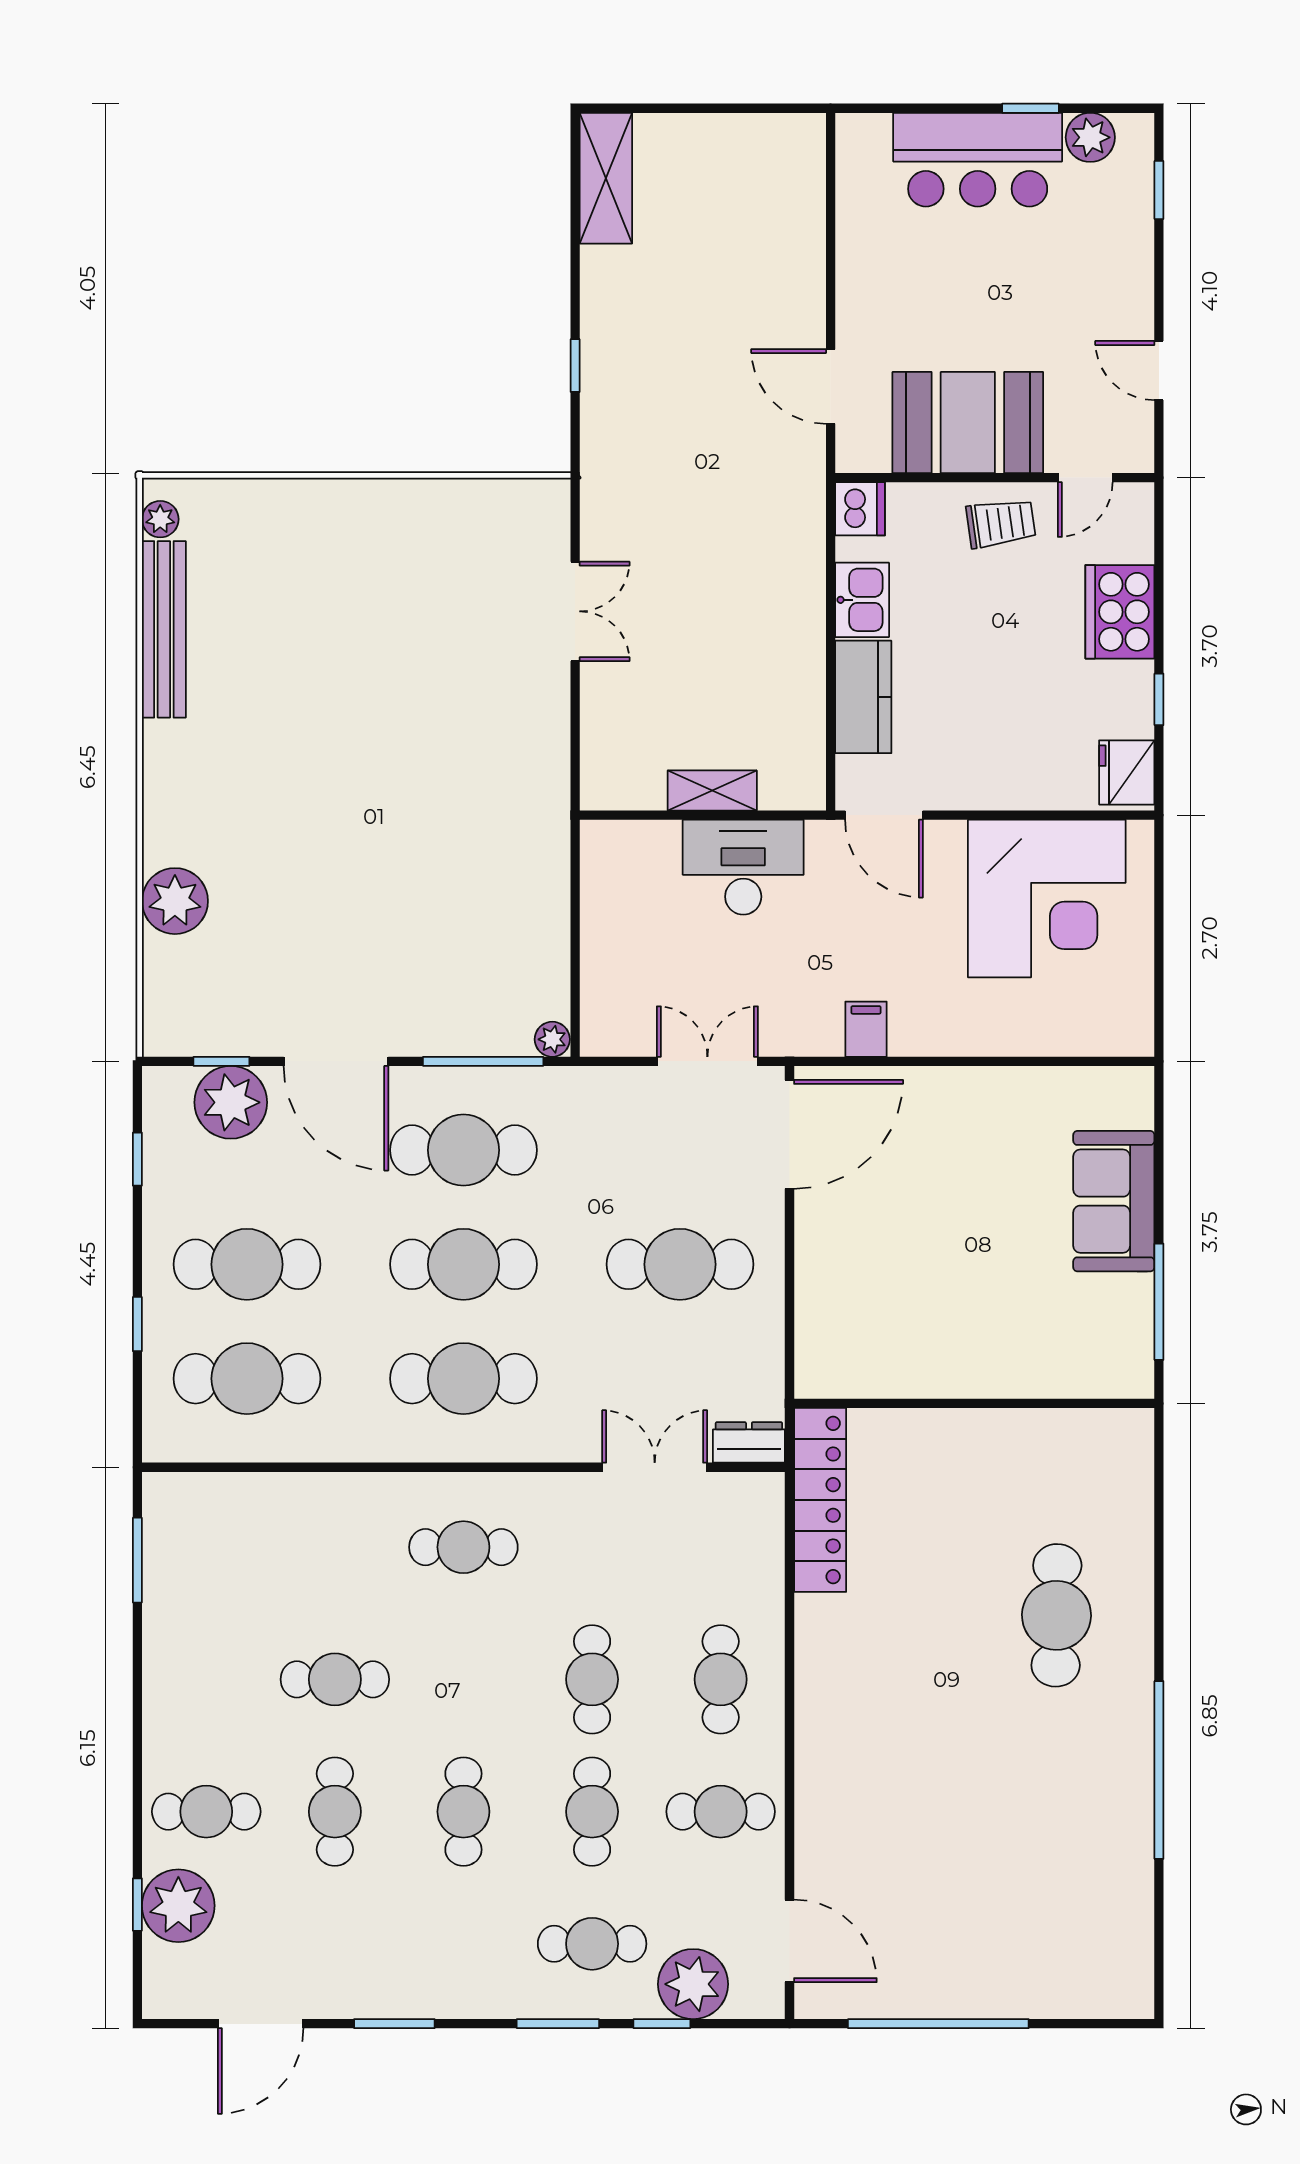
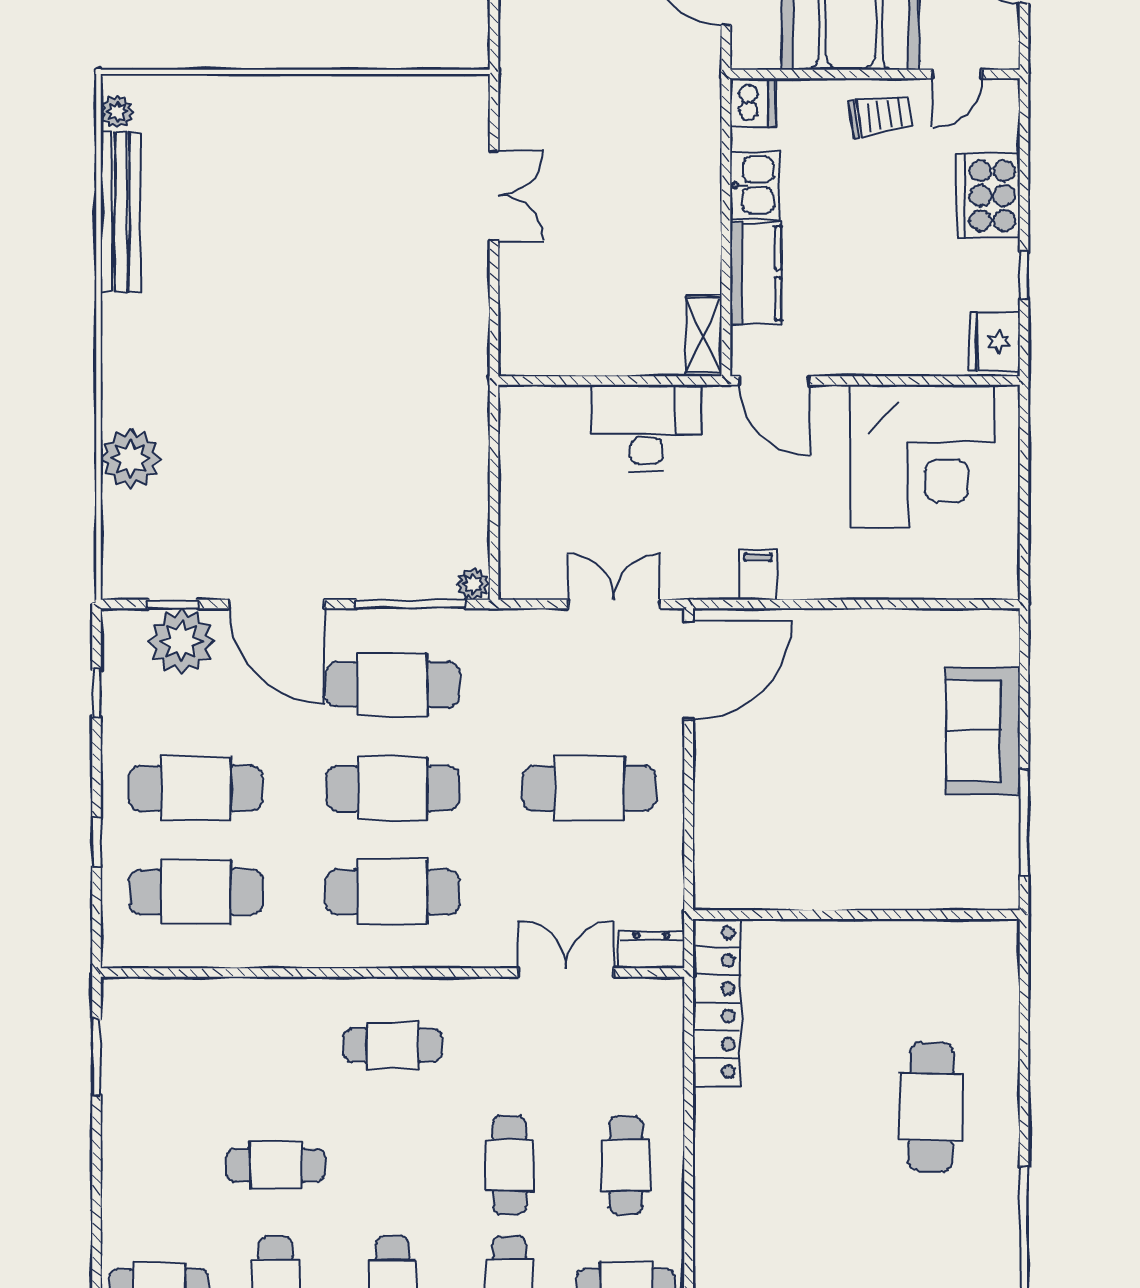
shelving: (712, 790) -> (704, 336), moved, turned 90

